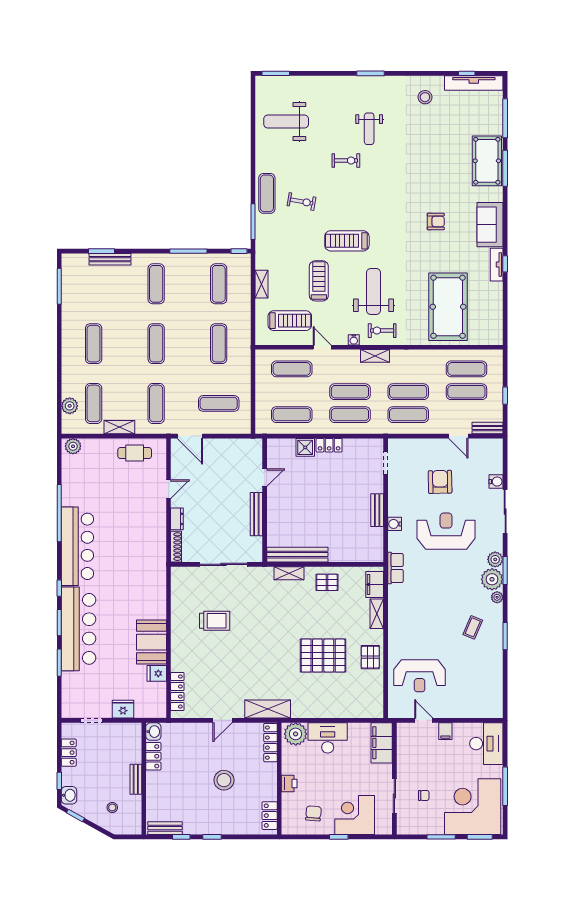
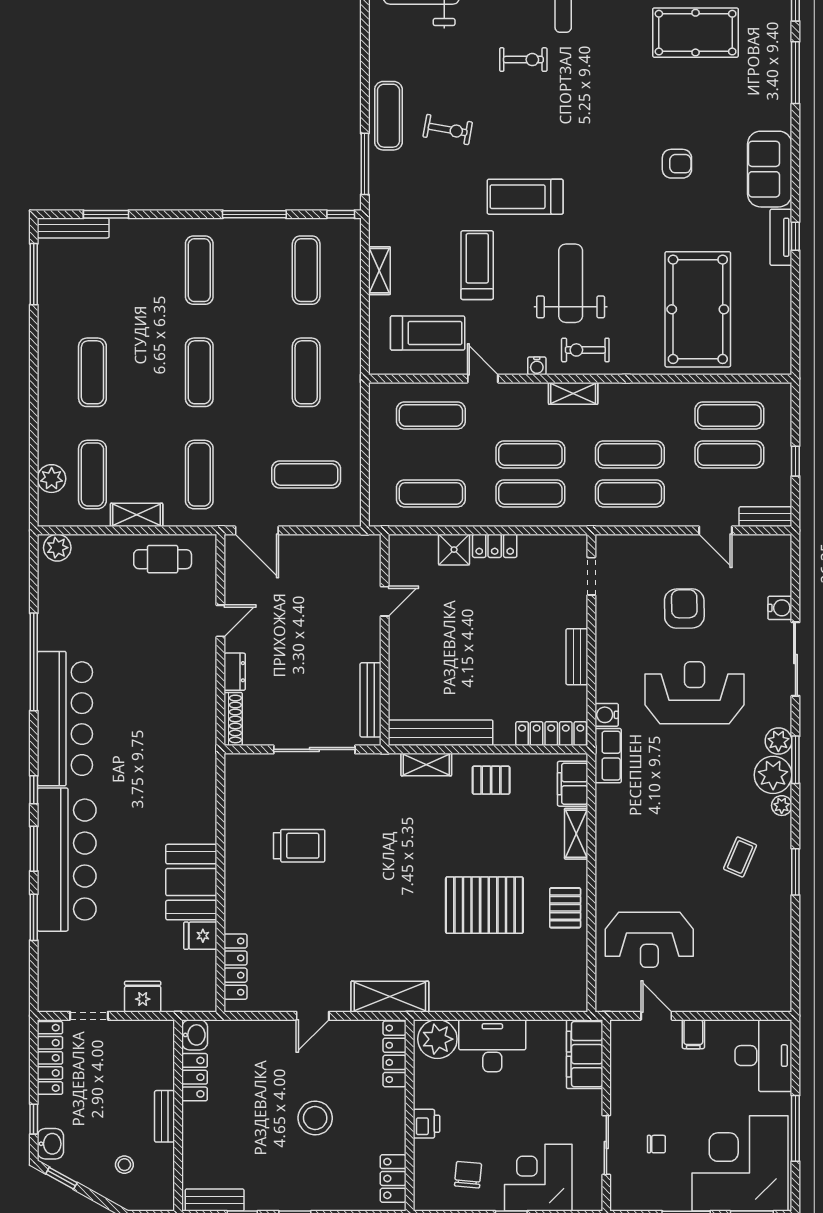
pool table: (487, 161) -> (696, 33), moved, turned 90
bench: (110, 259) -> (73, 228), moved
bench: (256, 514) -> (371, 700), moved
water cooler: (395, 524) -> (607, 715), moved
locker: (362, 555) -> (551, 734), added
locker: (69, 753) -> (50, 1058), width x1.53

